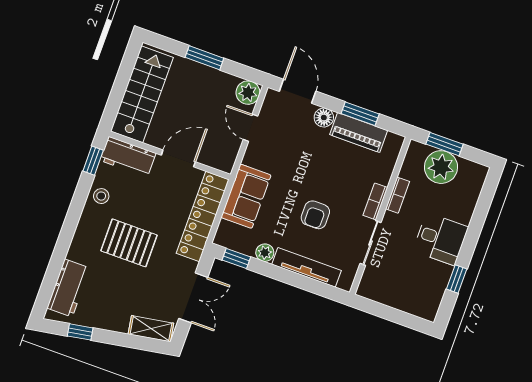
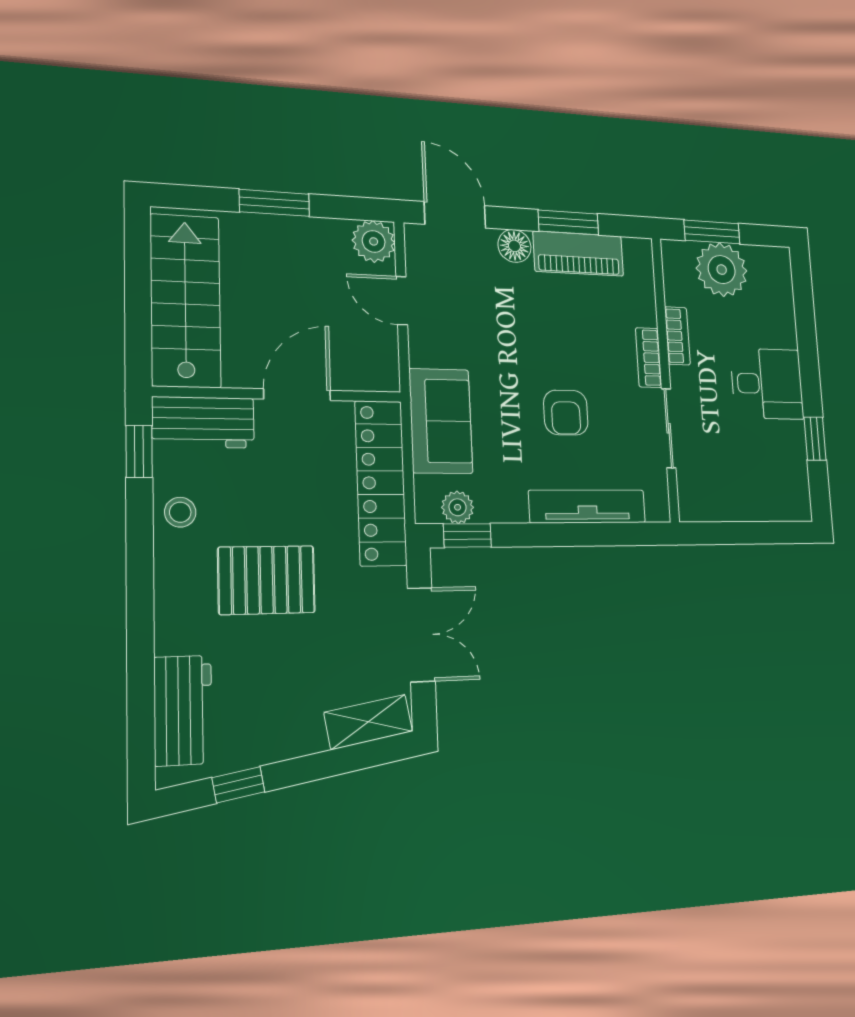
plant: (265, 253) -> (458, 507), moved

